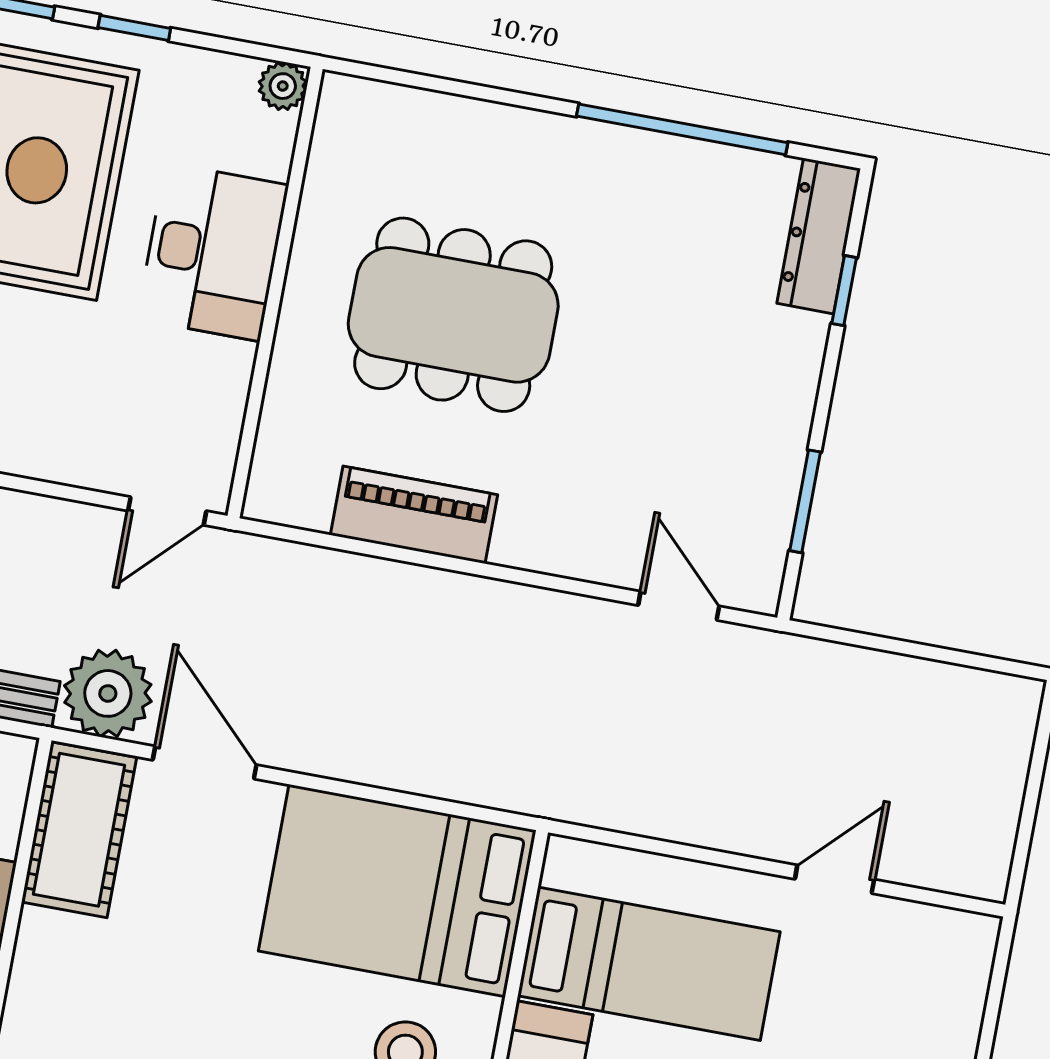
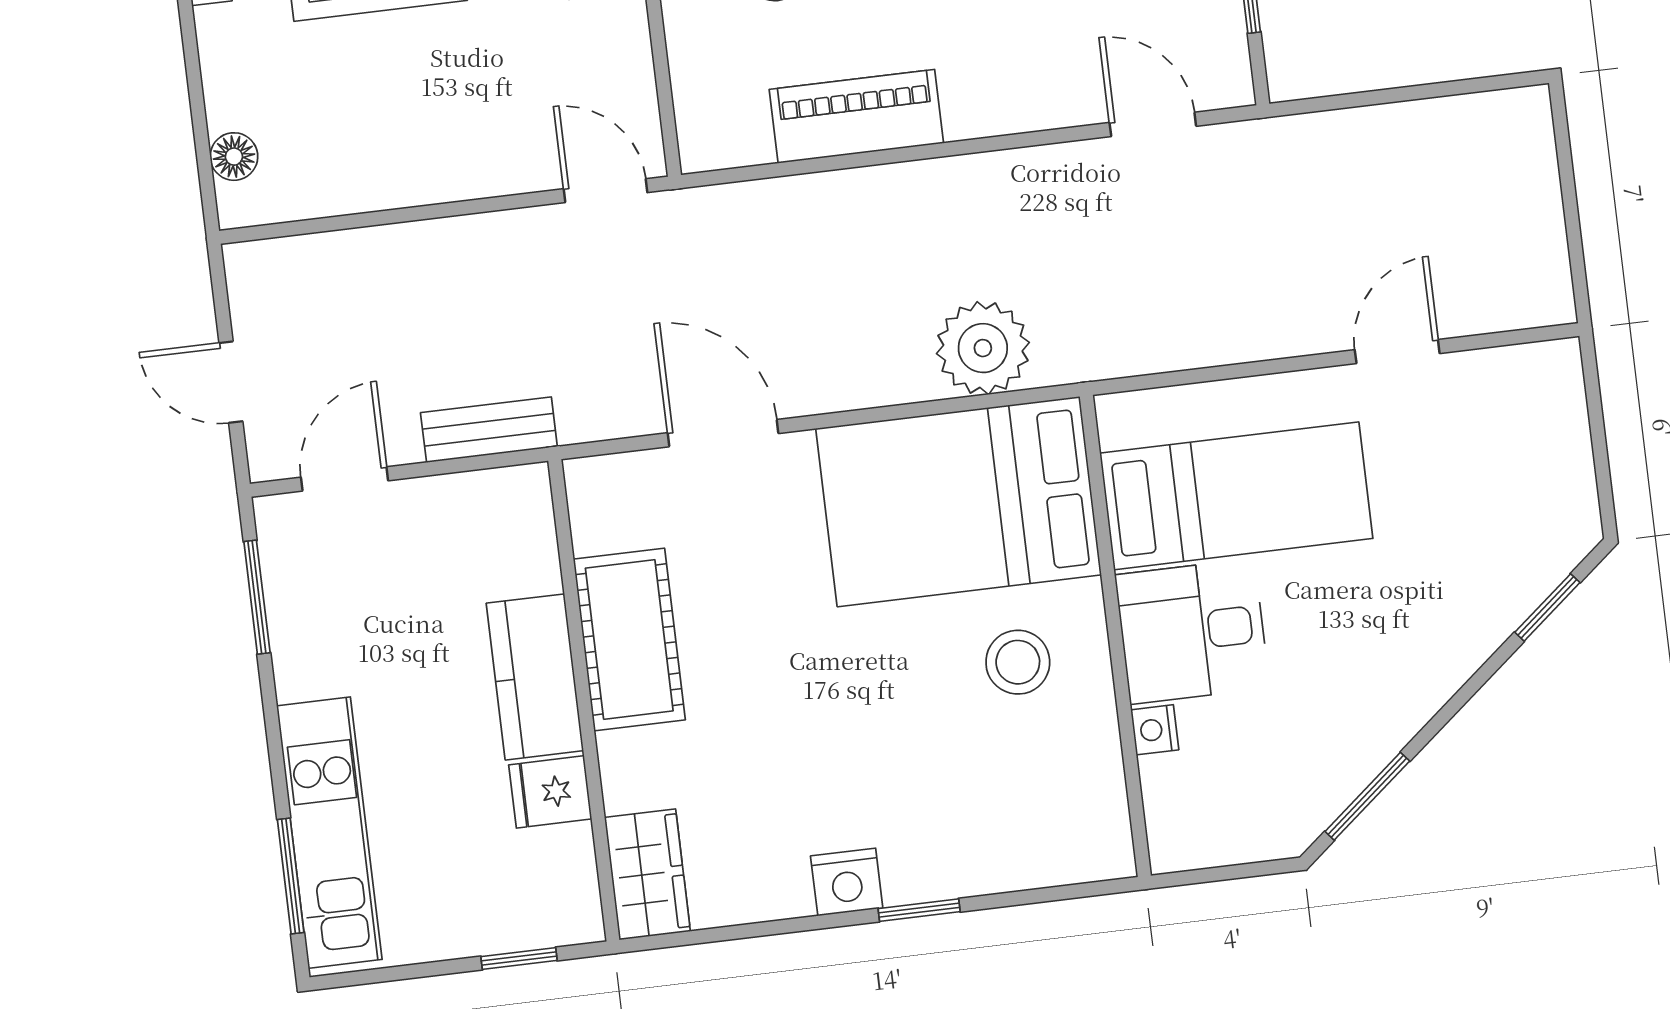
door: (167, 511) -> (605, 191), swing flipped
plant: (108, 693) -> (983, 348), moved
cot: (79, 830) -> (629, 639), moved

